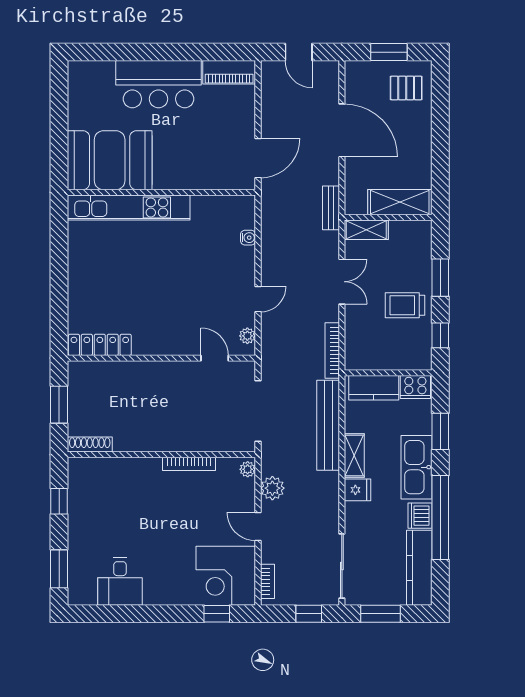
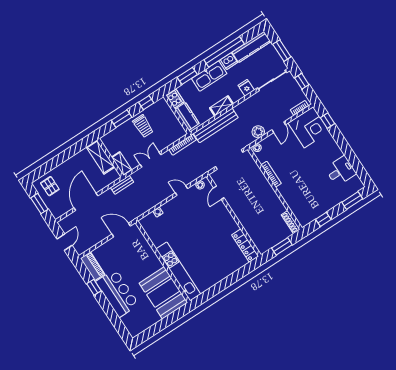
window: (193, 52) -> (94, 287), added
fridge: (358, 490) -> (246, 88), moved

